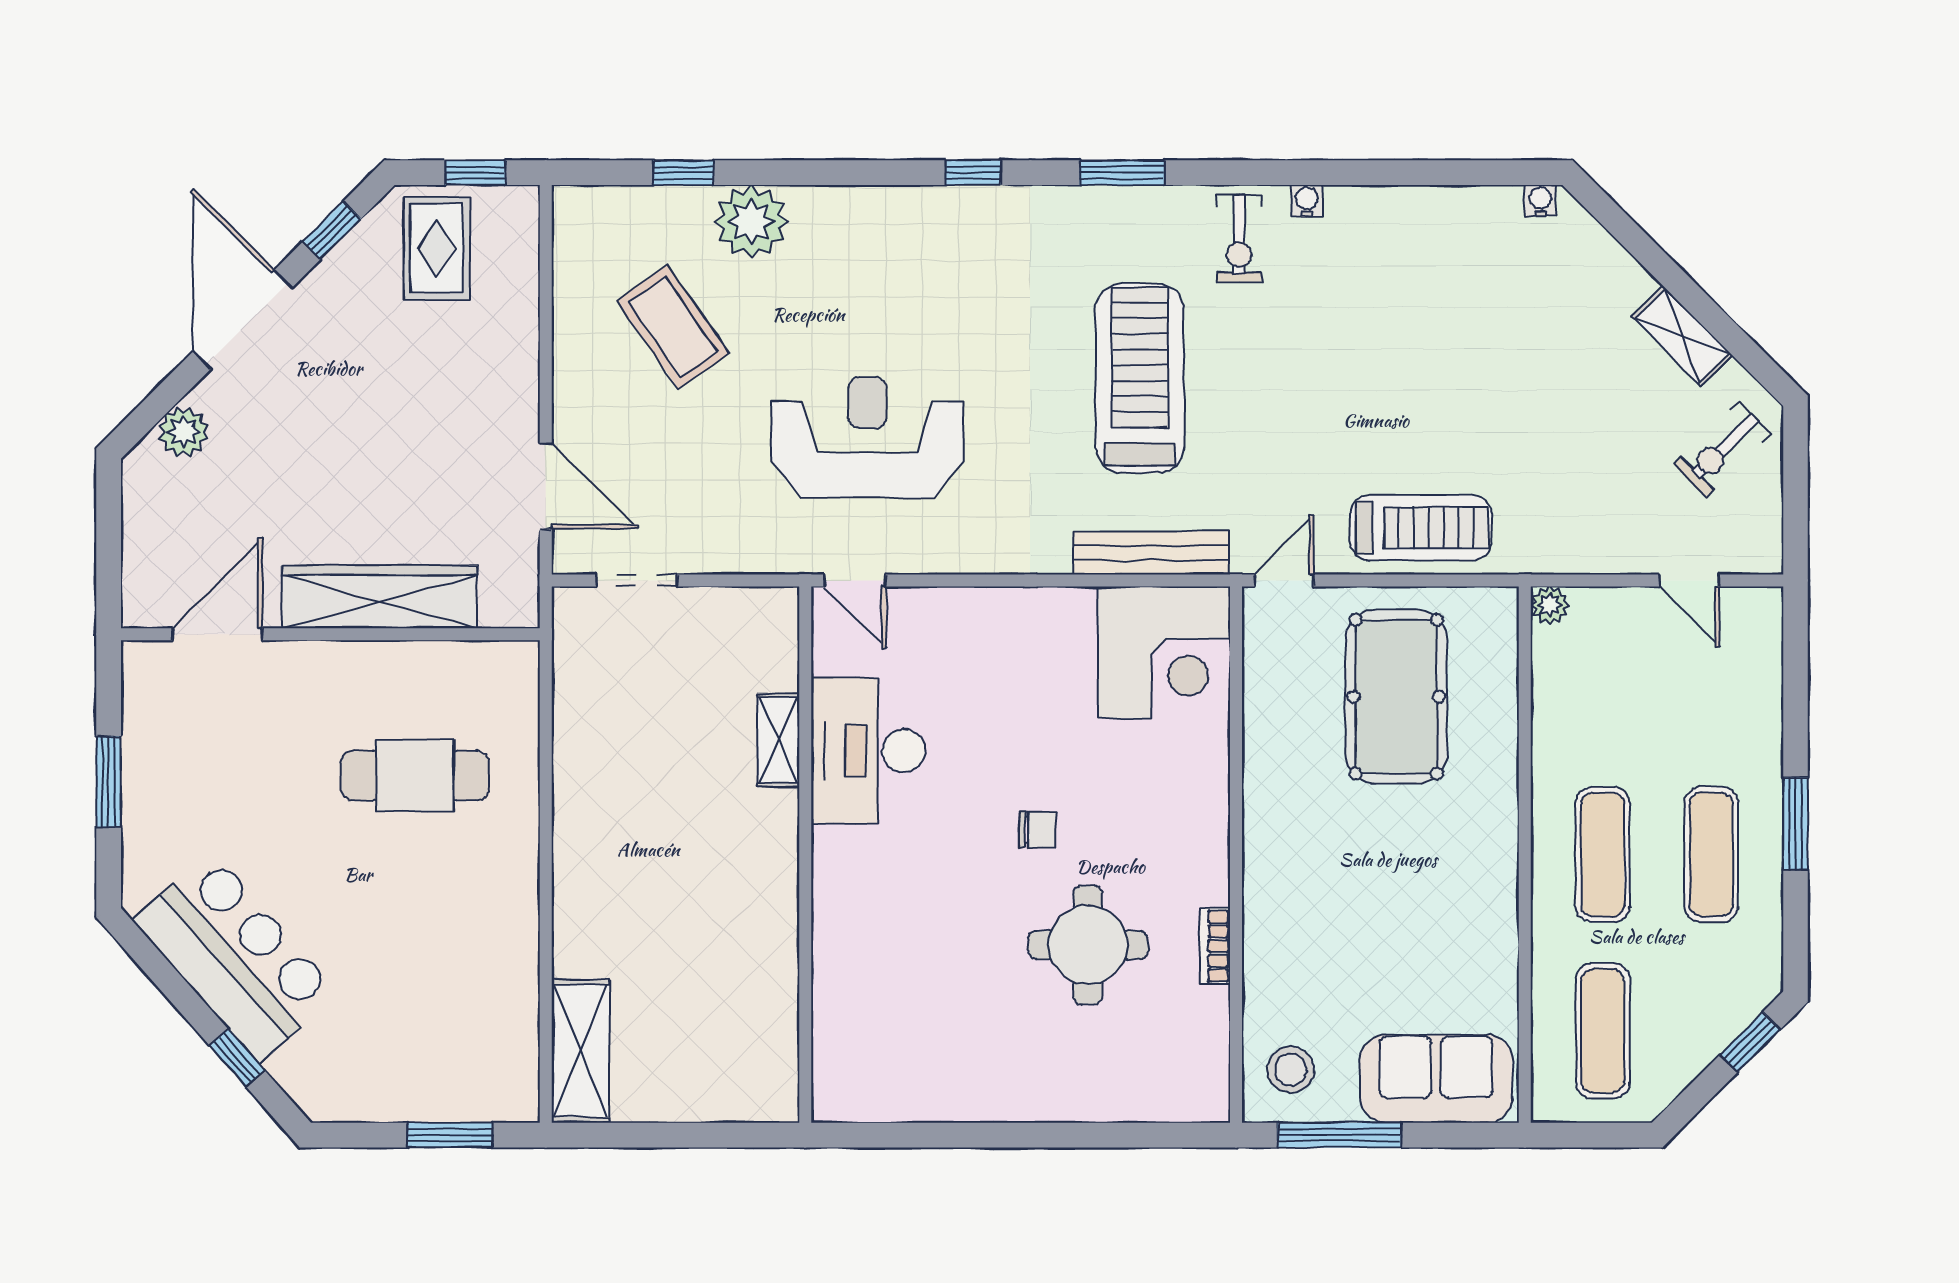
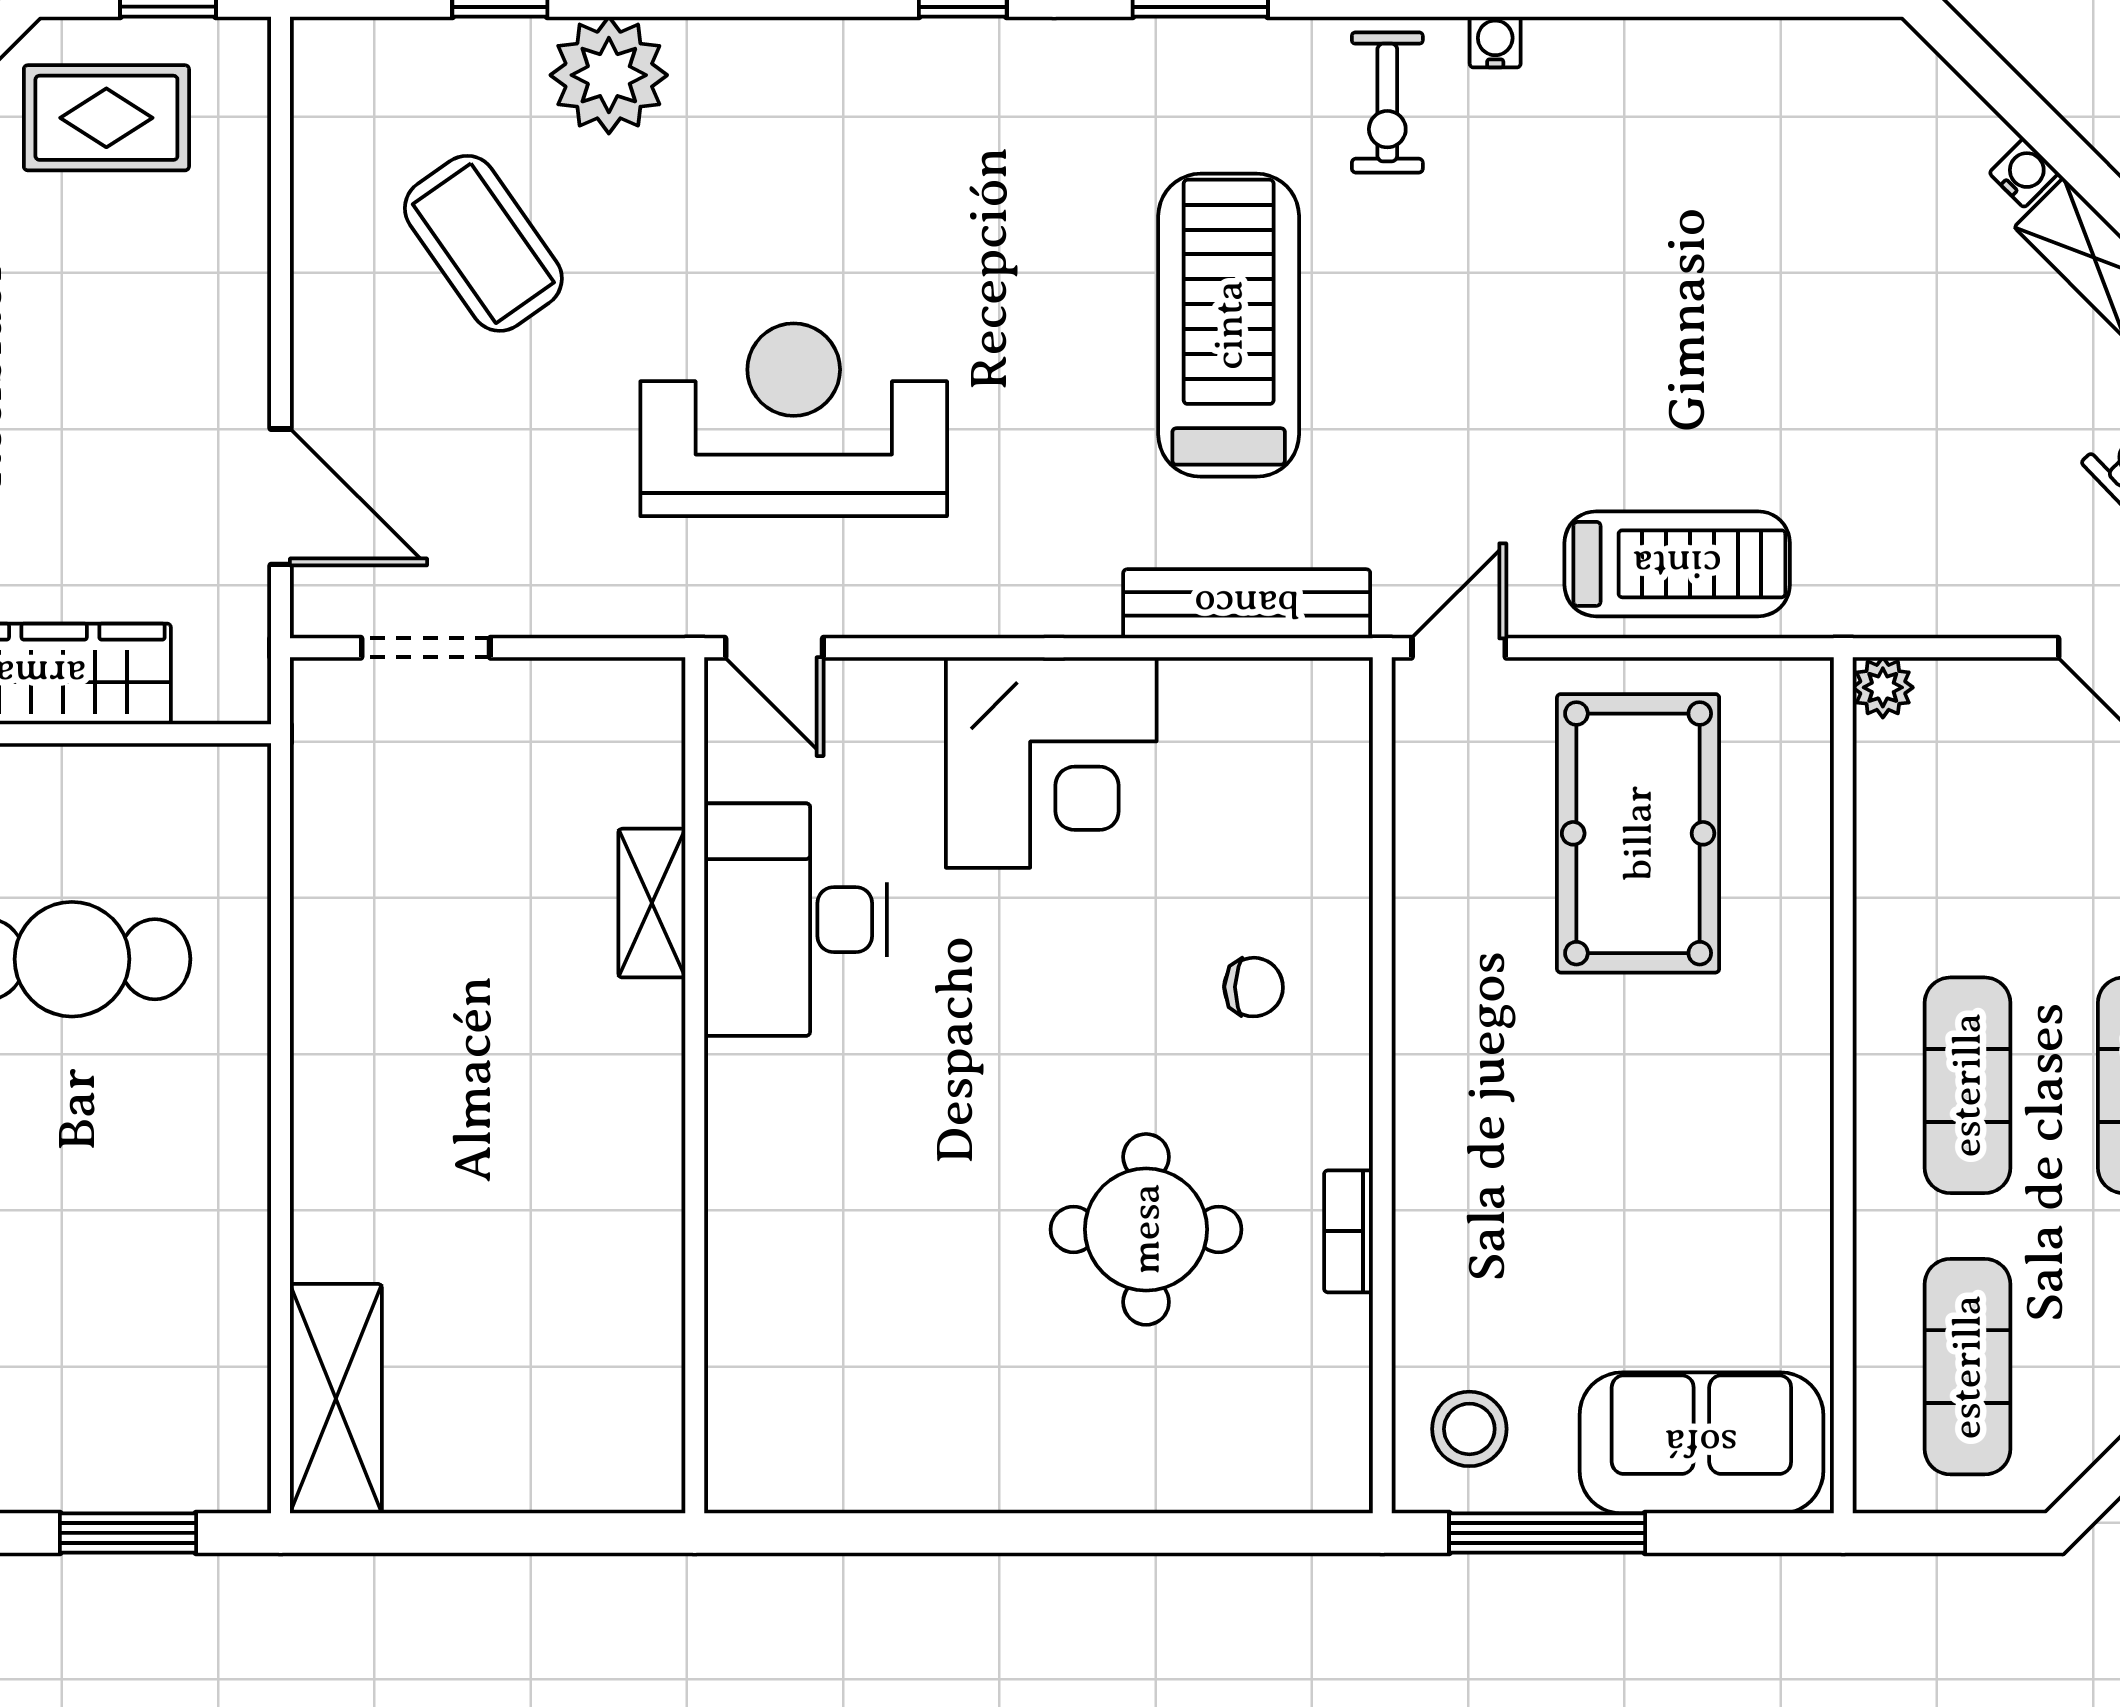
water cooler: (1540, 200) -> (2024, 173), moved, turned 45
rug: (437, 248) -> (106, 118), turned 90
corner desk: (1164, 652) -> (1051, 762), moved
chair: (1037, 830) -> (1254, 987), moved

